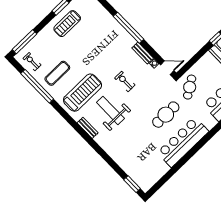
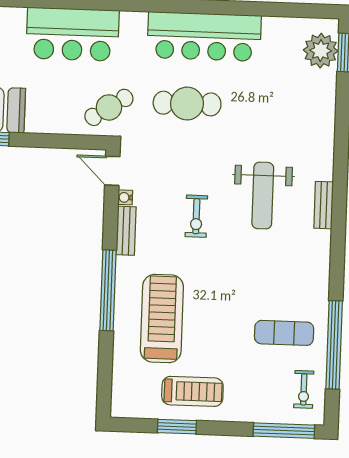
treadmill: (83, 93) -> (162, 318), moved, turned 90
plant: (140, 177) -> (321, 51), added

